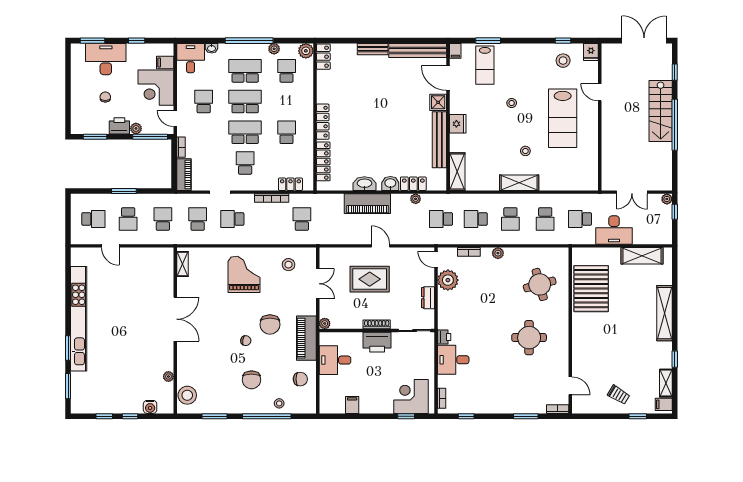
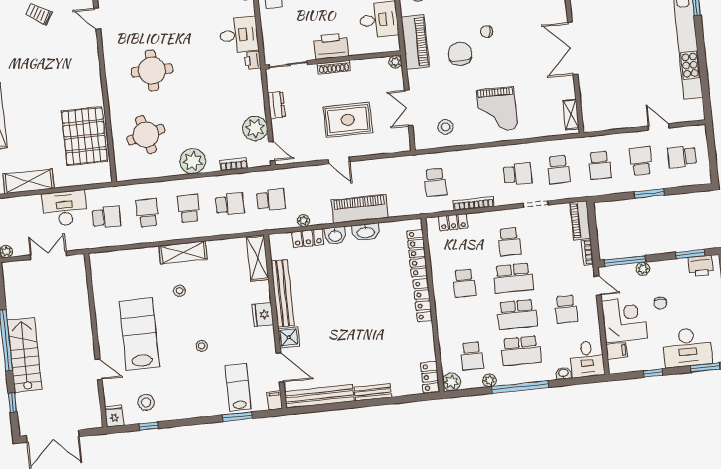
chair: (105, 97) -> (660, 303), moved
printer: (119, 126) -> (701, 266), moved
plant: (498, 253) -> (193, 161), width x1.88, depth x1.88

